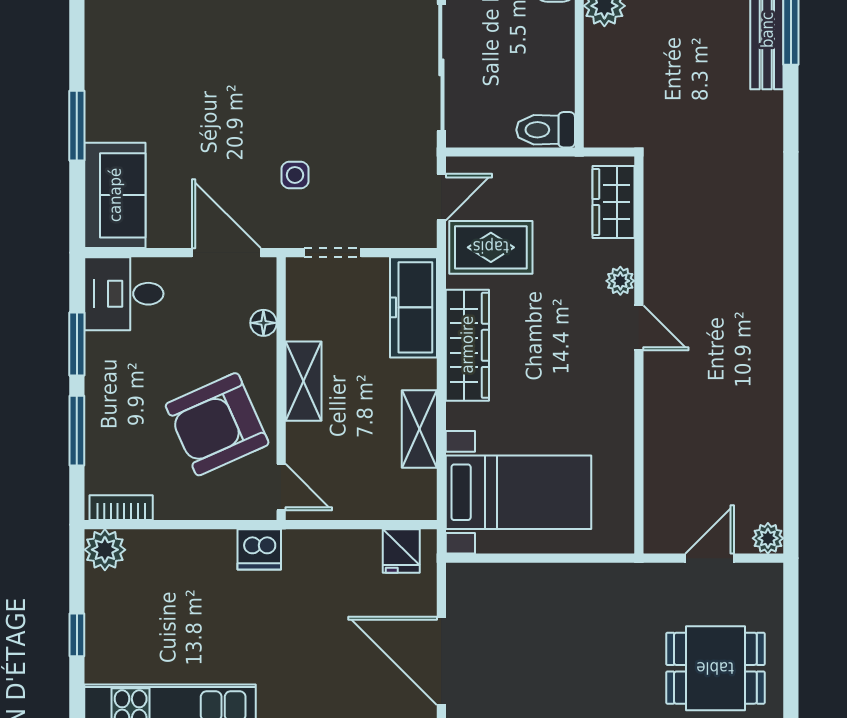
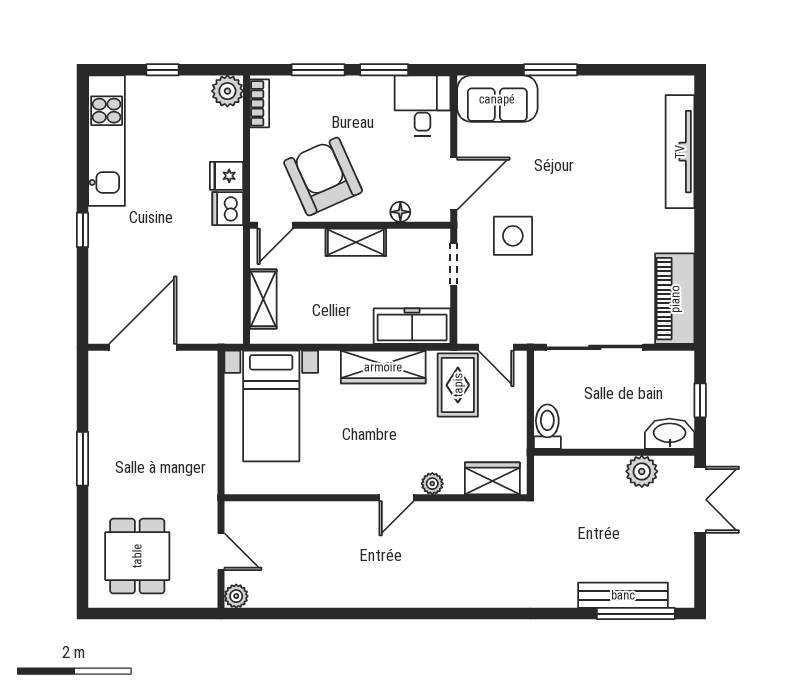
side table: (295, 175) -> (513, 236), width x1.87, depth x1.87
shelving: (419, 429) -> (263, 299), moved, turned 90
fridge: (401, 551) -> (226, 176), moved

